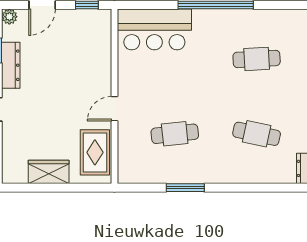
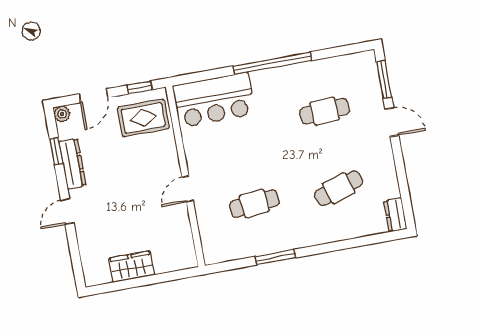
cafe table: (257, 134) -> (339, 188), turned -30
rug: (95, 152) -> (143, 118), moved, turned 90

